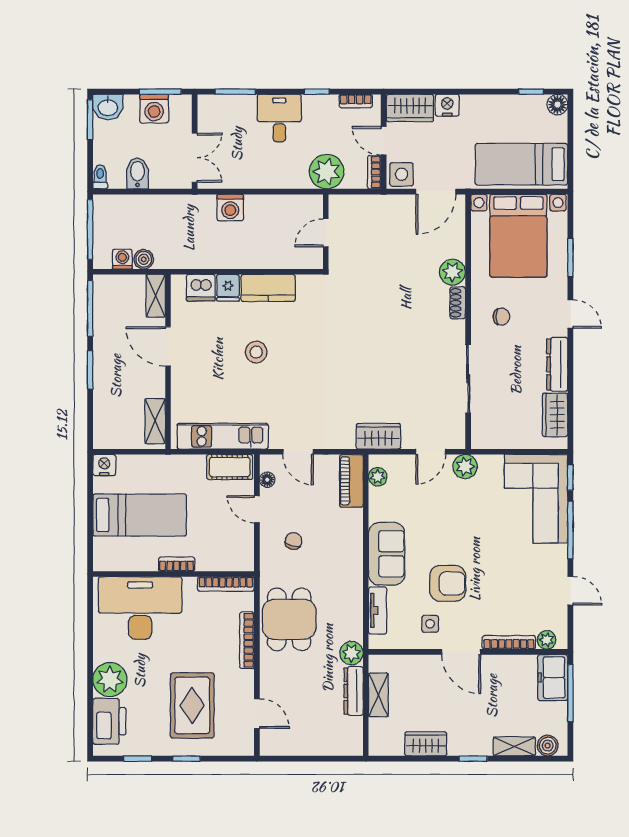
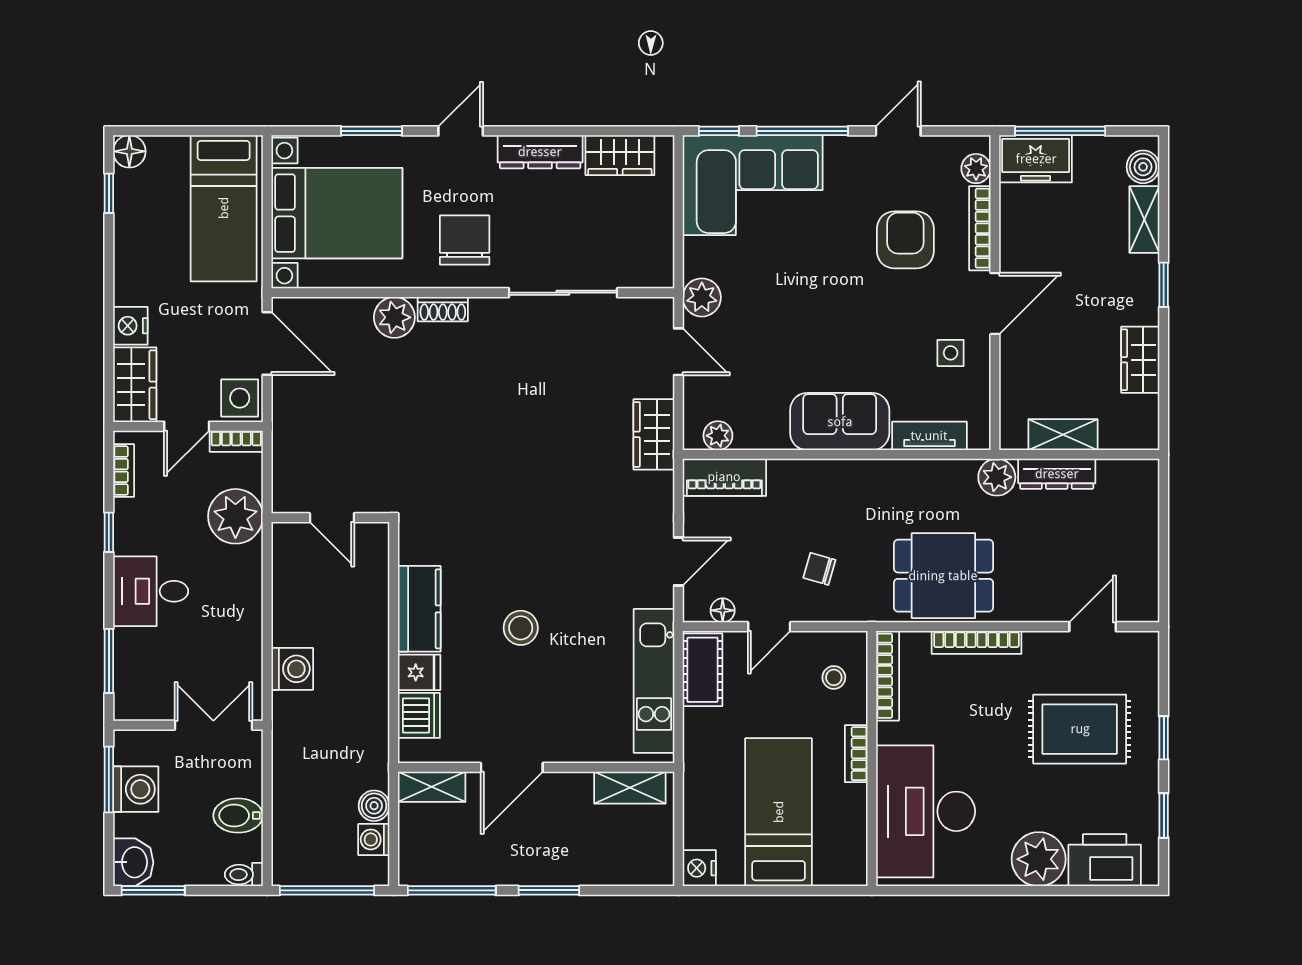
chair: (501, 317) -> (465, 240), width x1.87, depth x1.87
stool: (225, 550) -> (834, 677), added
armchair: (448, 583) -> (905, 240), moved

